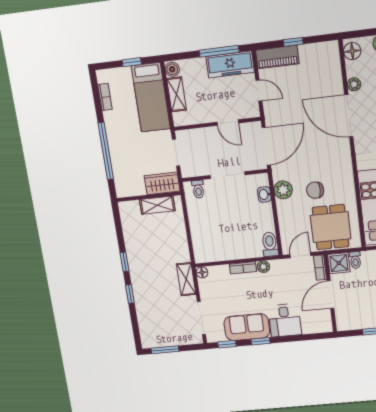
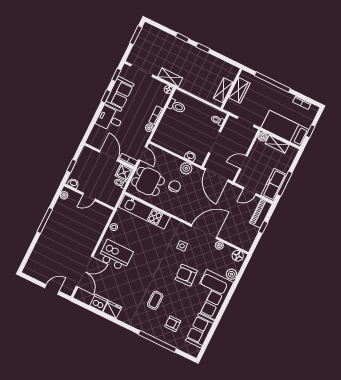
boiler: (172, 69) -> (263, 137), moved
wardrobe: (162, 183) -> (239, 90), moved
toilet: (270, 244) -> (177, 106), moved

